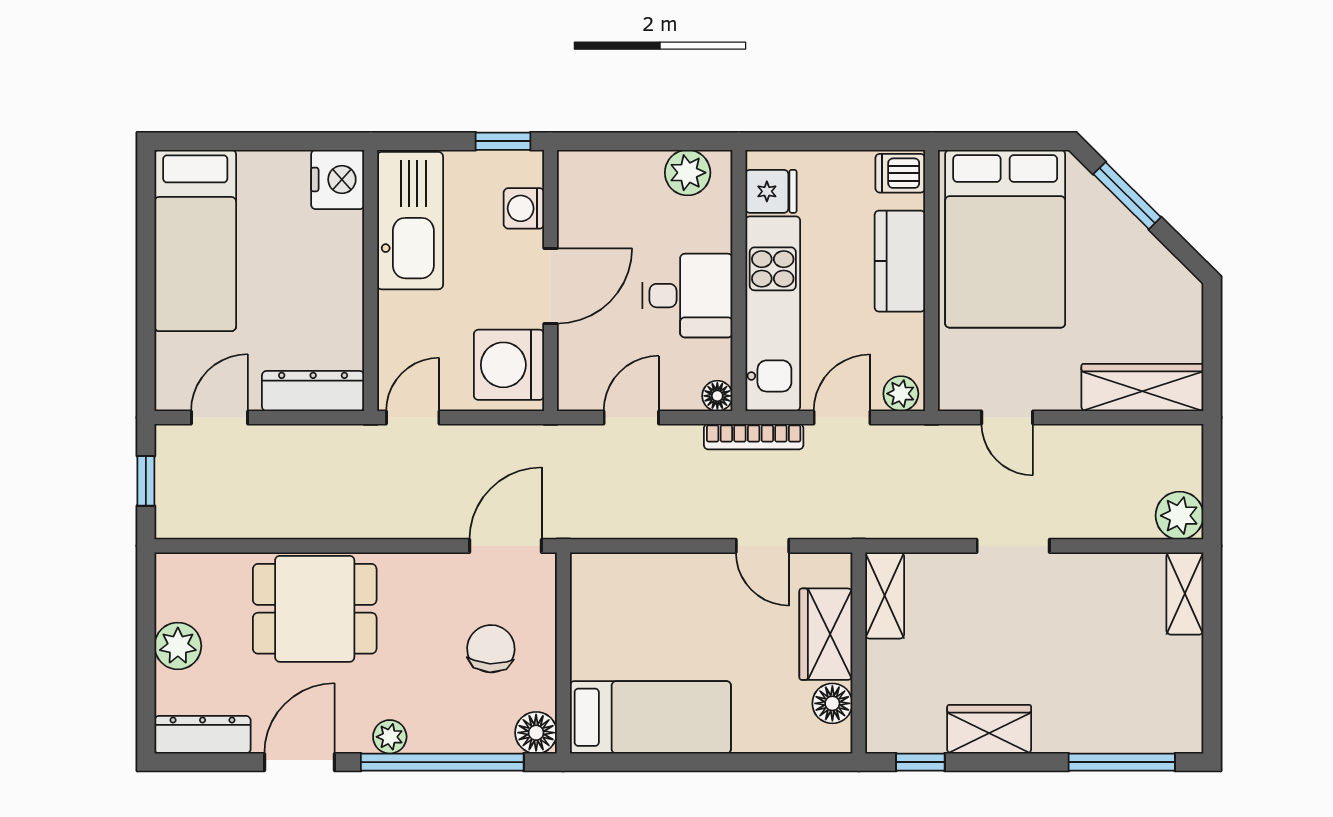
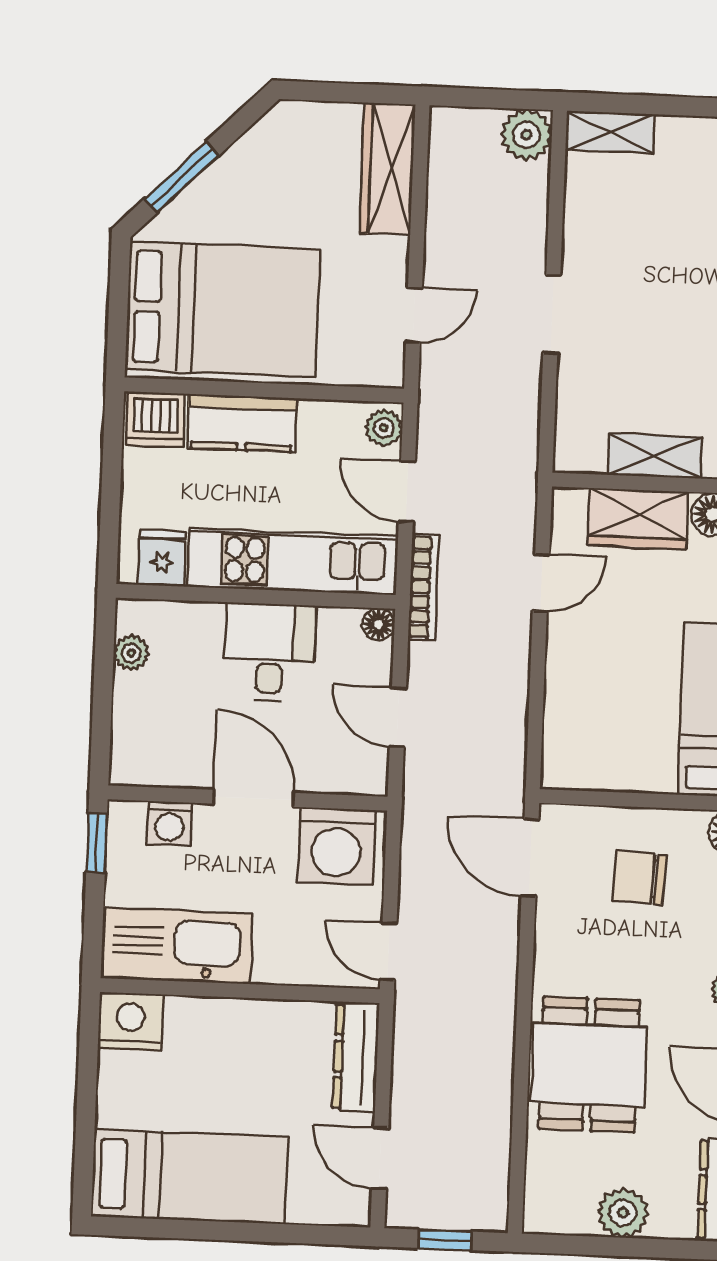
plant: (688, 173) -> (131, 653), width x0.73, depth x0.73
dishwasher: (900, 173) -> (156, 419), width x1.38
shelving: (885, 595) -> (655, 456), moved

